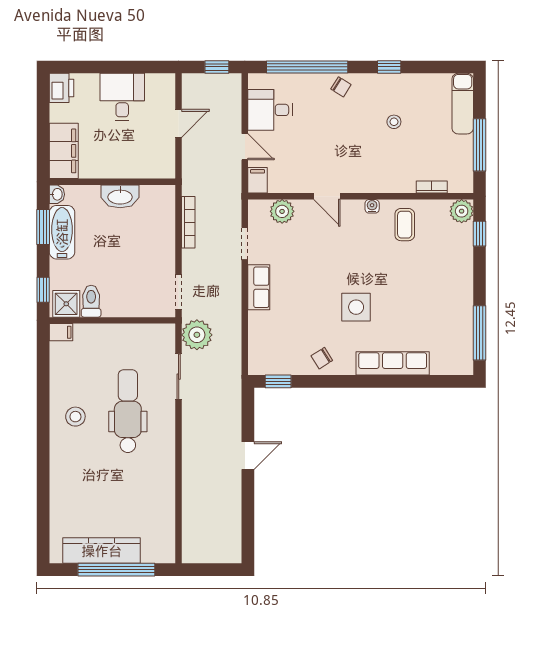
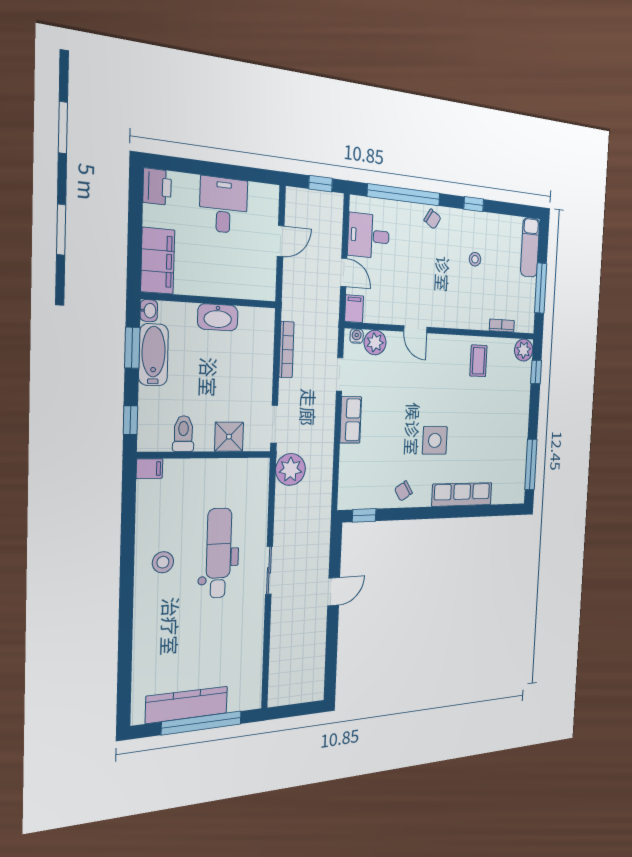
water cooler: (372, 206) -> (357, 336), moved
shower: (66, 304) -> (229, 437), moved
sliding door: (179, 377) -> (269, 570), moved

